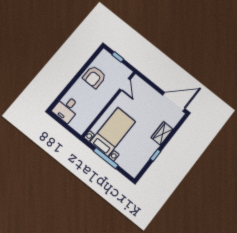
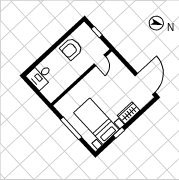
door: (174, 102) -> (145, 84), hinge flipped
bed with nightstands: (113, 132) -> (96, 121), moved, turned -90

